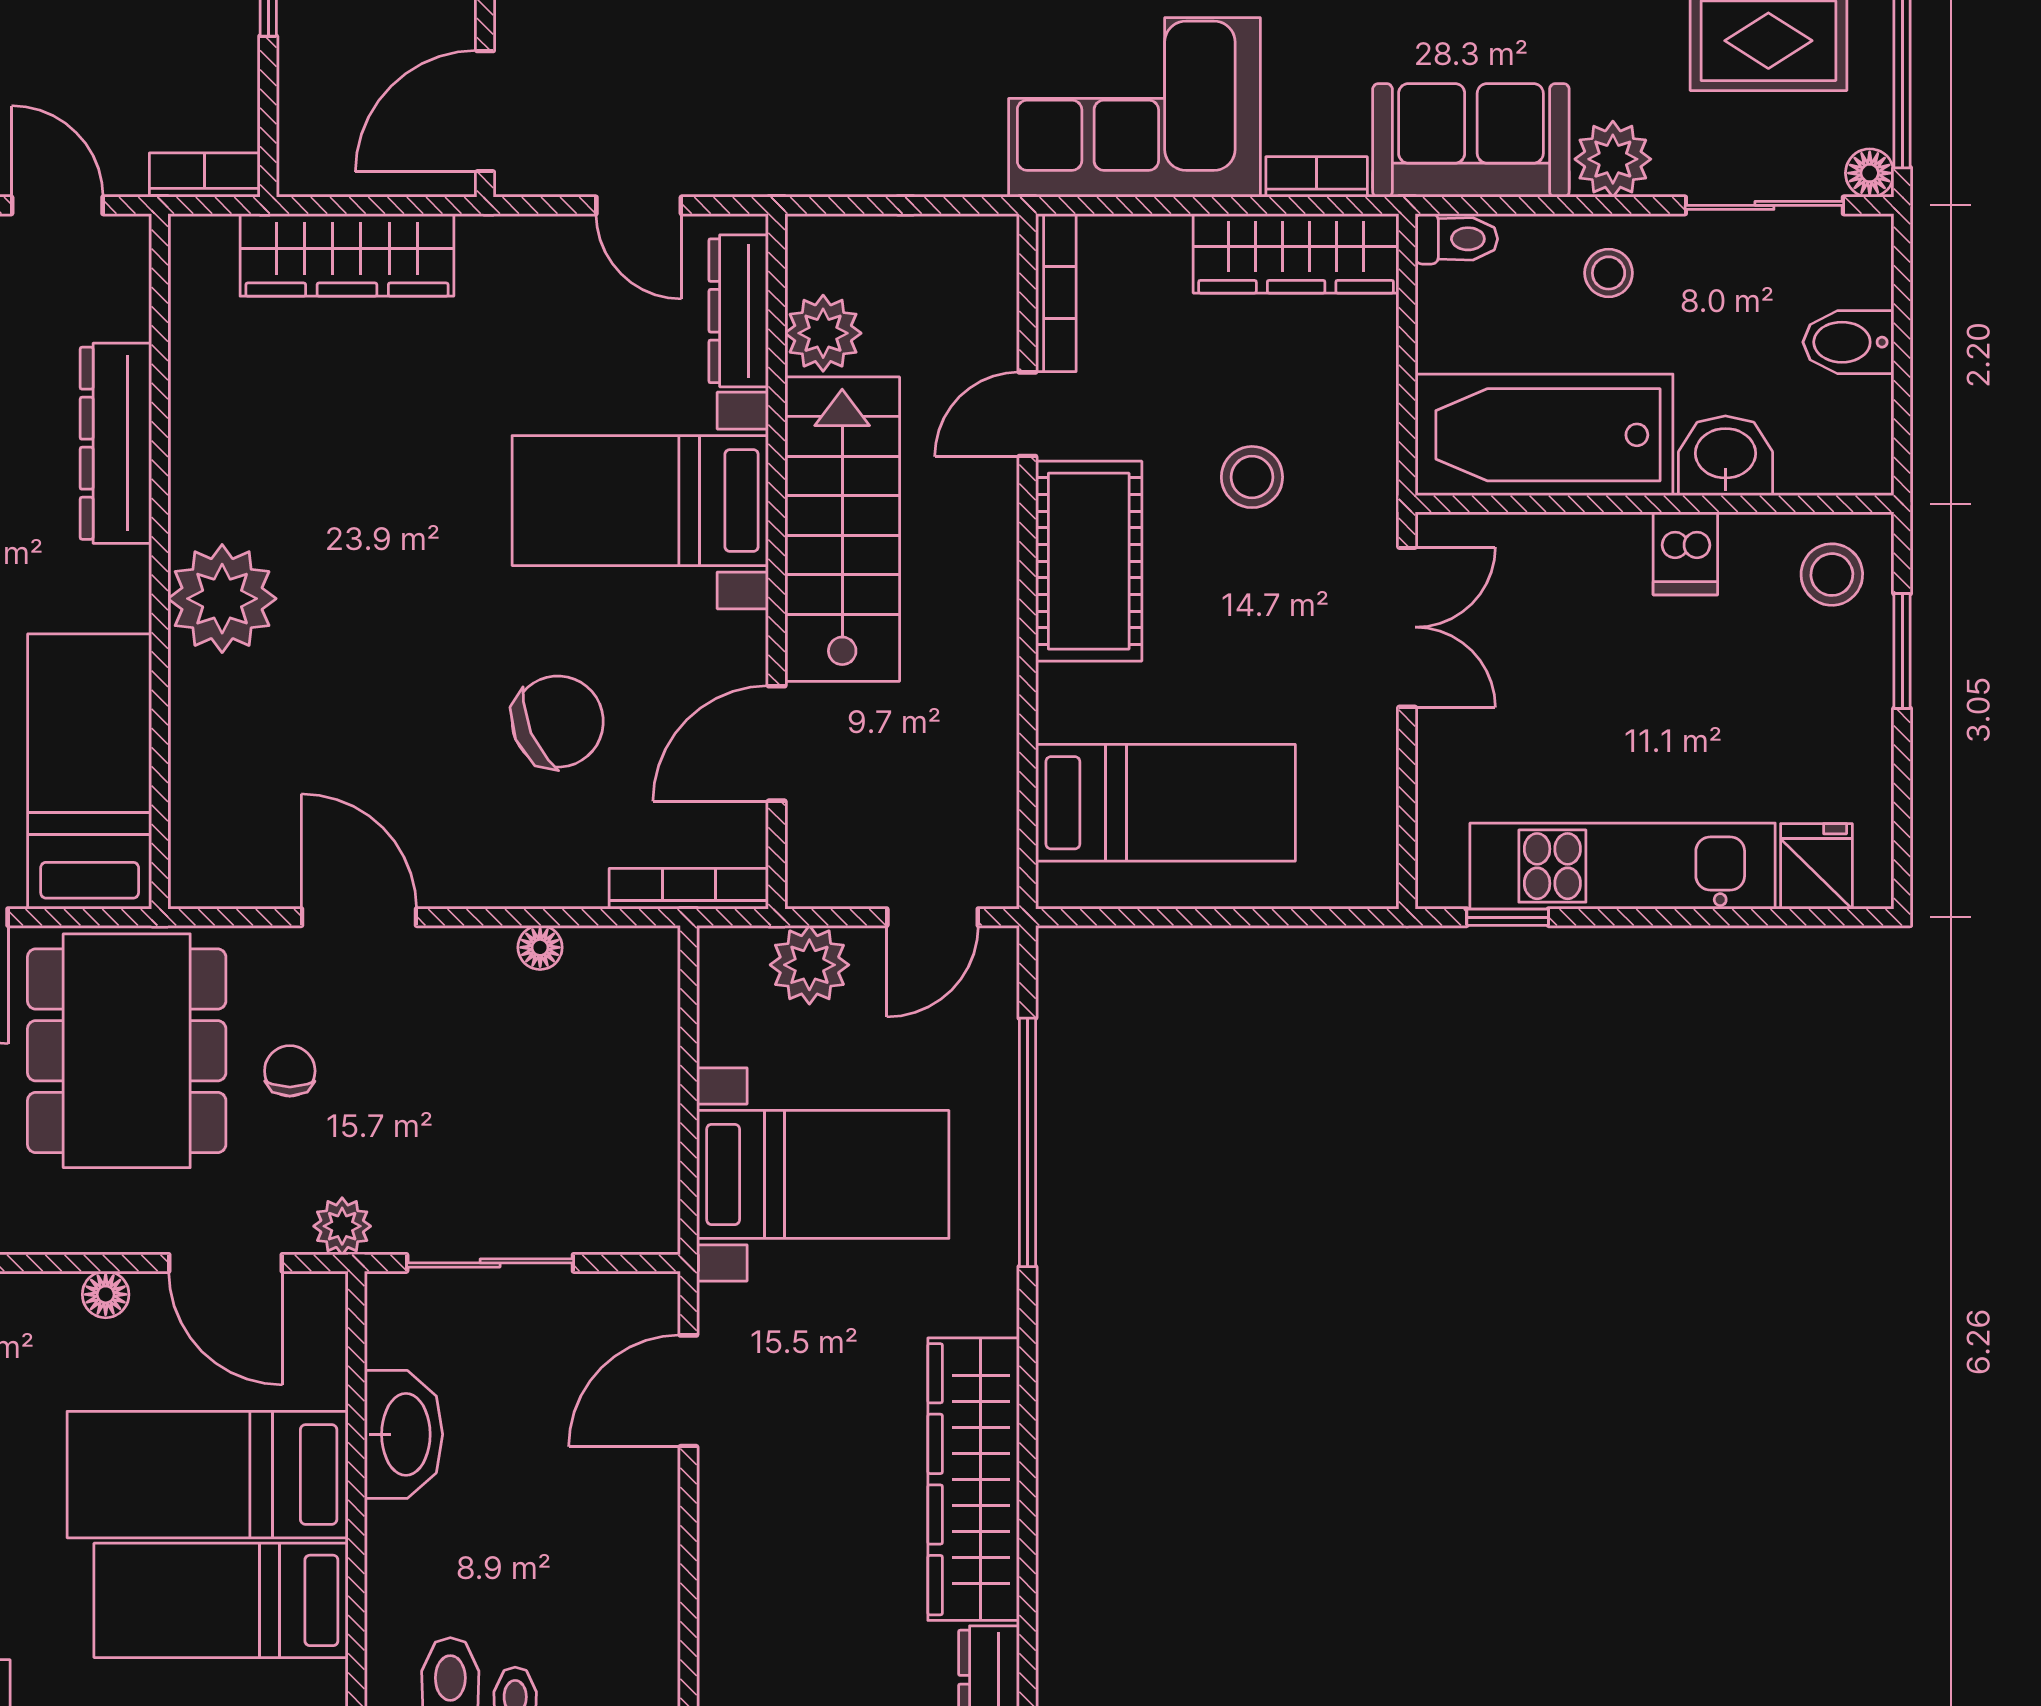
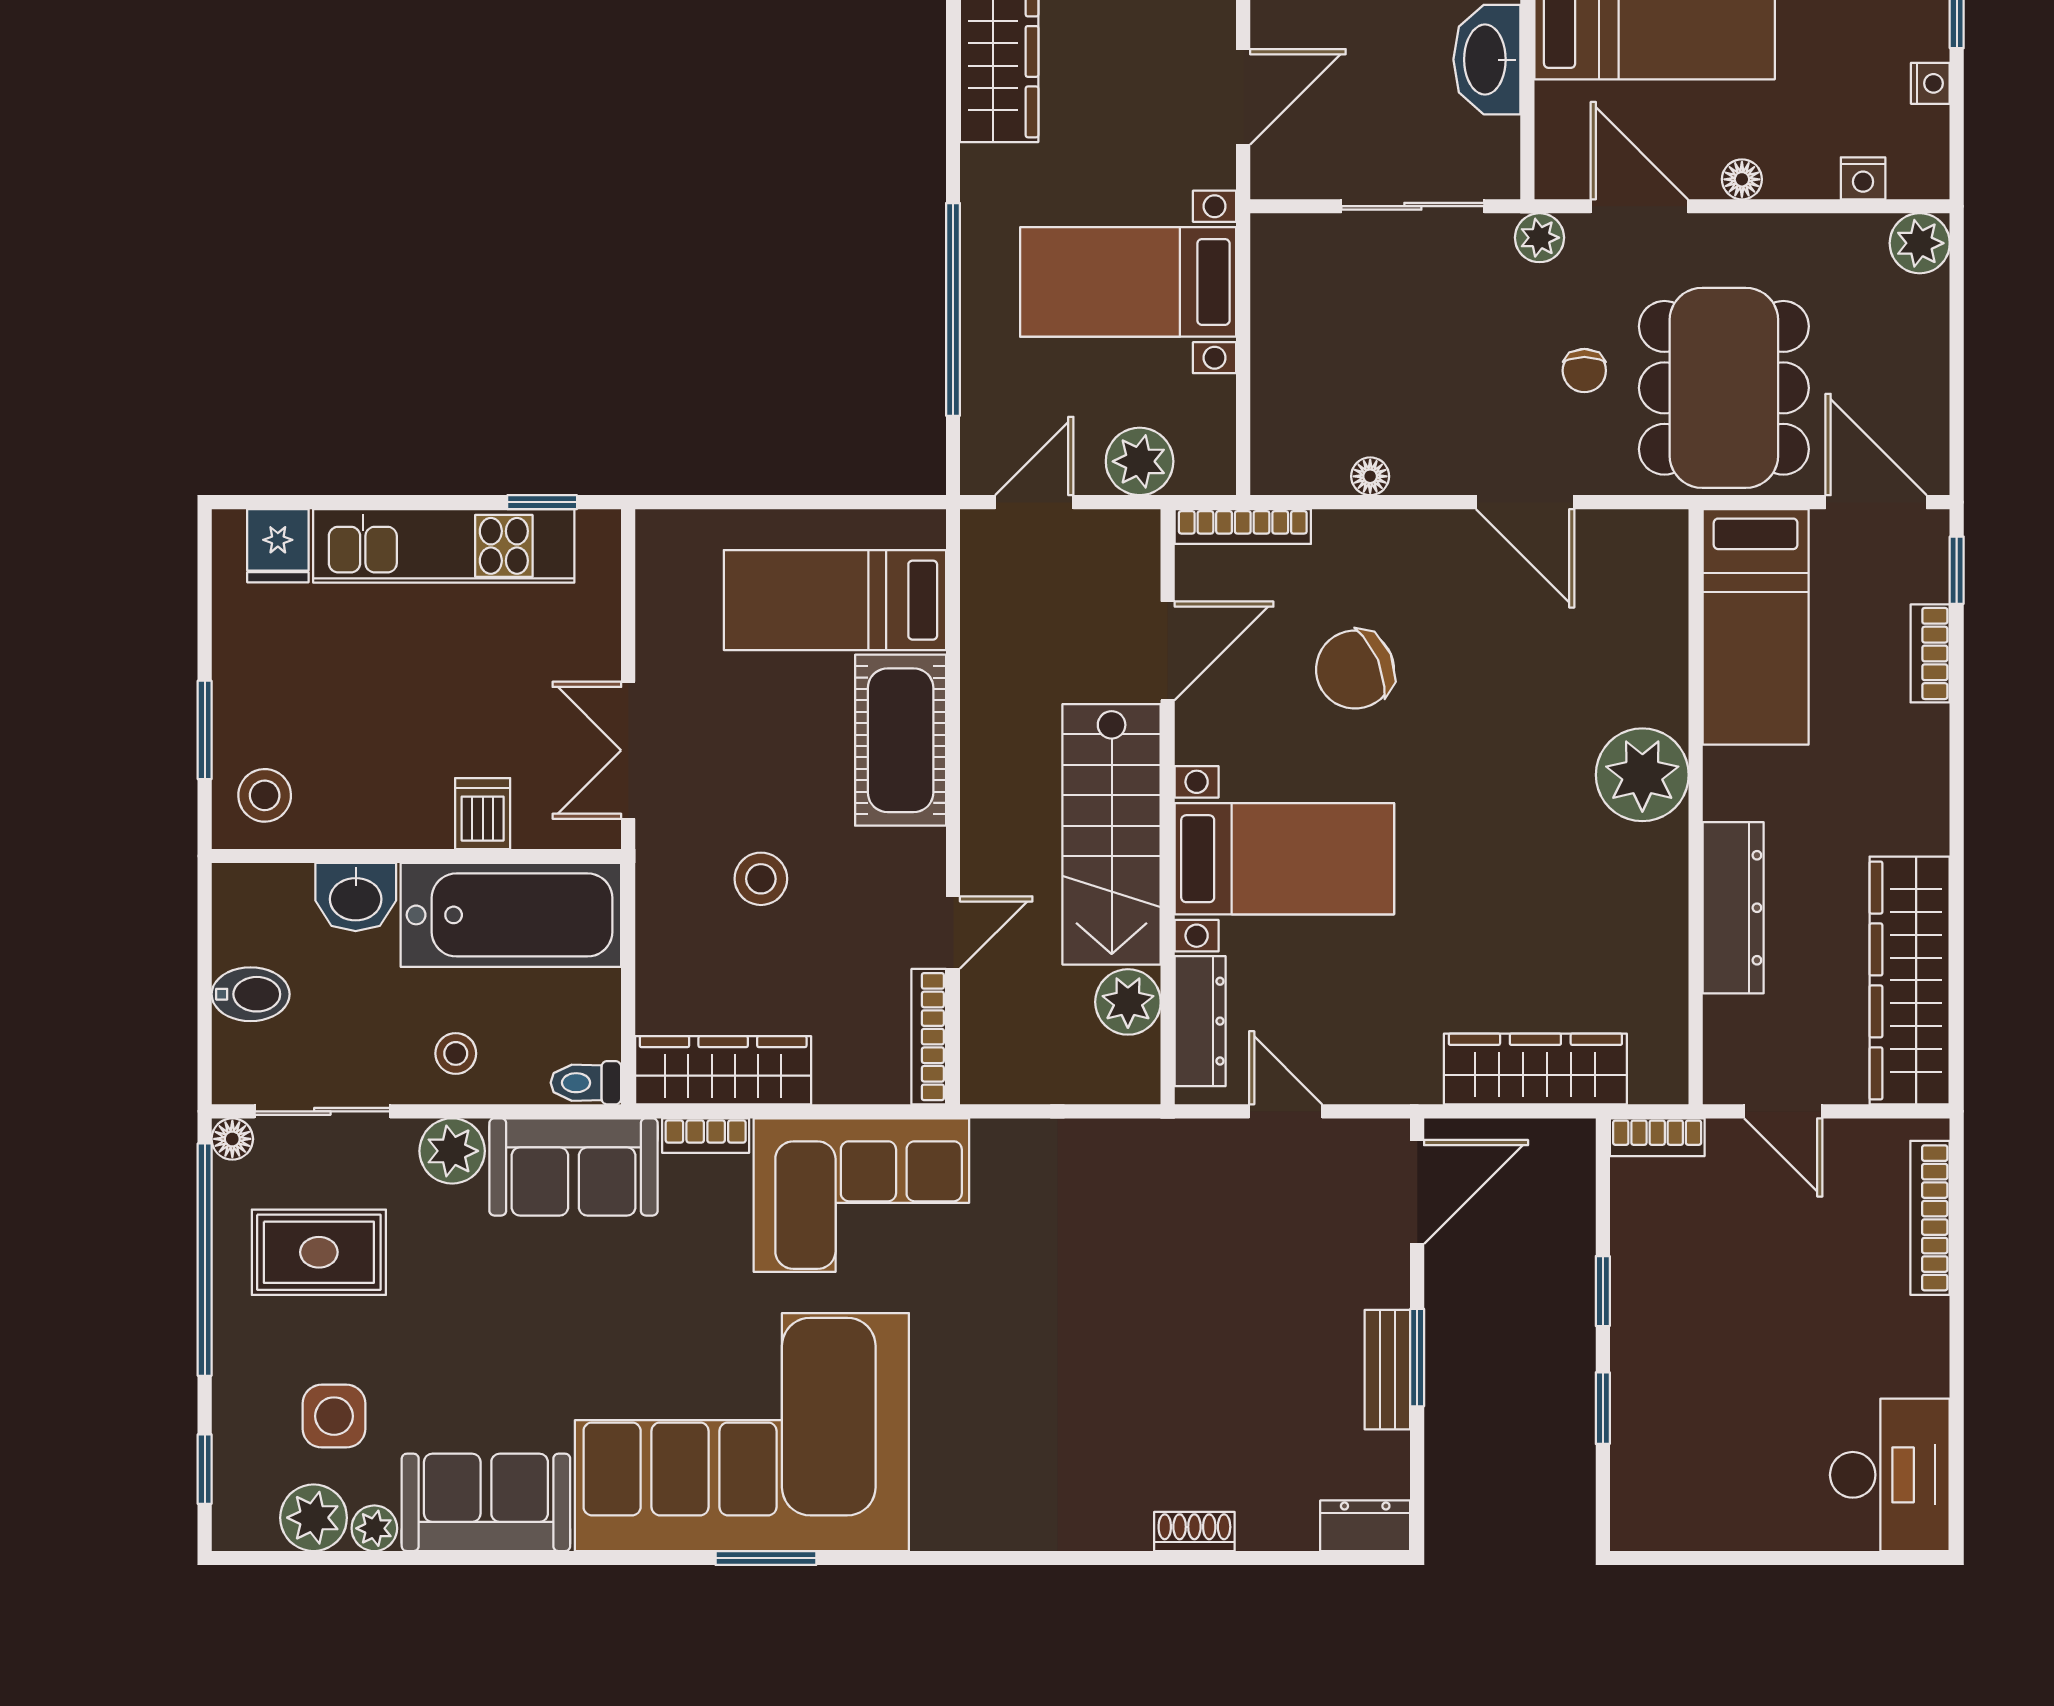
dishwasher: (1685, 553) -> (483, 814), moved
cot: (1089, 561) -> (901, 740), moved

